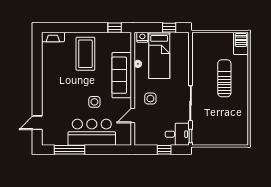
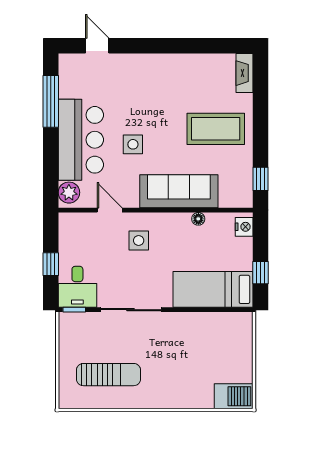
bed: (159, 55) -> (213, 289), moved
sun lounger: (224, 78) -> (109, 375), moved
plant: (122, 139) -> (69, 193), added

